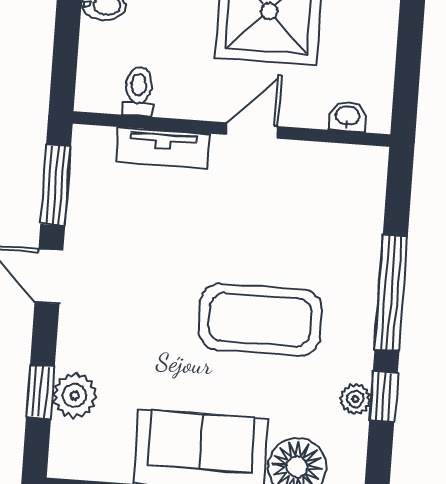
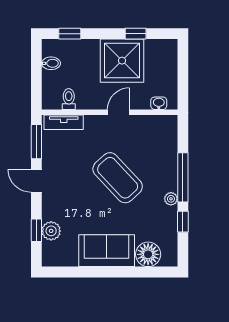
tv unit: (163, 148) -> (64, 122), moved
coffee table: (260, 320) -> (118, 178), moved, turned 47
plant: (355, 399) -> (171, 199), moved

